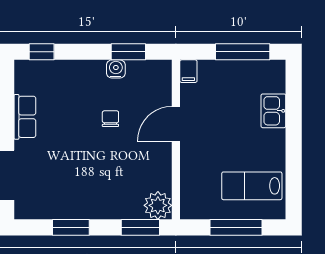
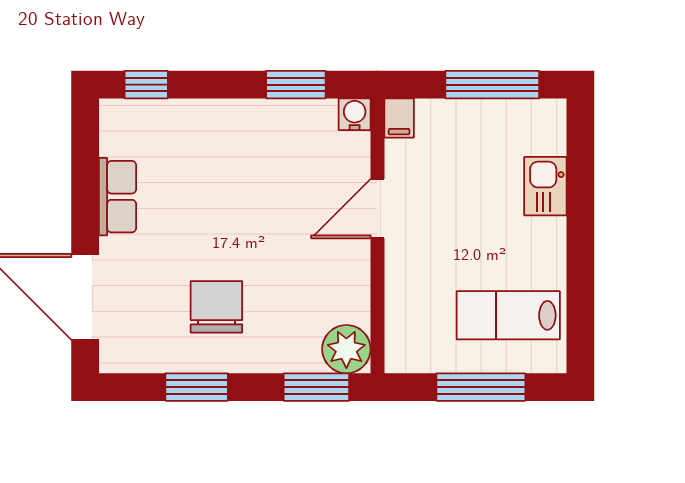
water cooler: (116, 69) -> (355, 114), moved
chair: (110, 119) -> (216, 307), moved, width x1.87, depth x1.87

